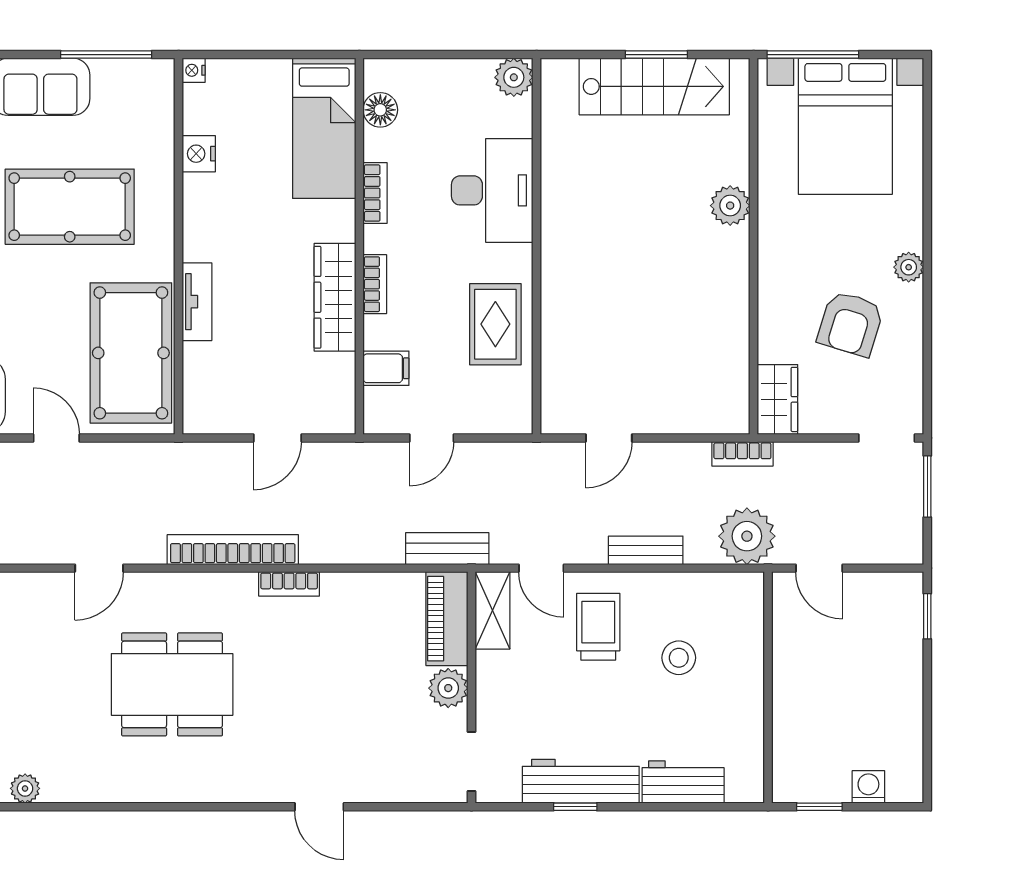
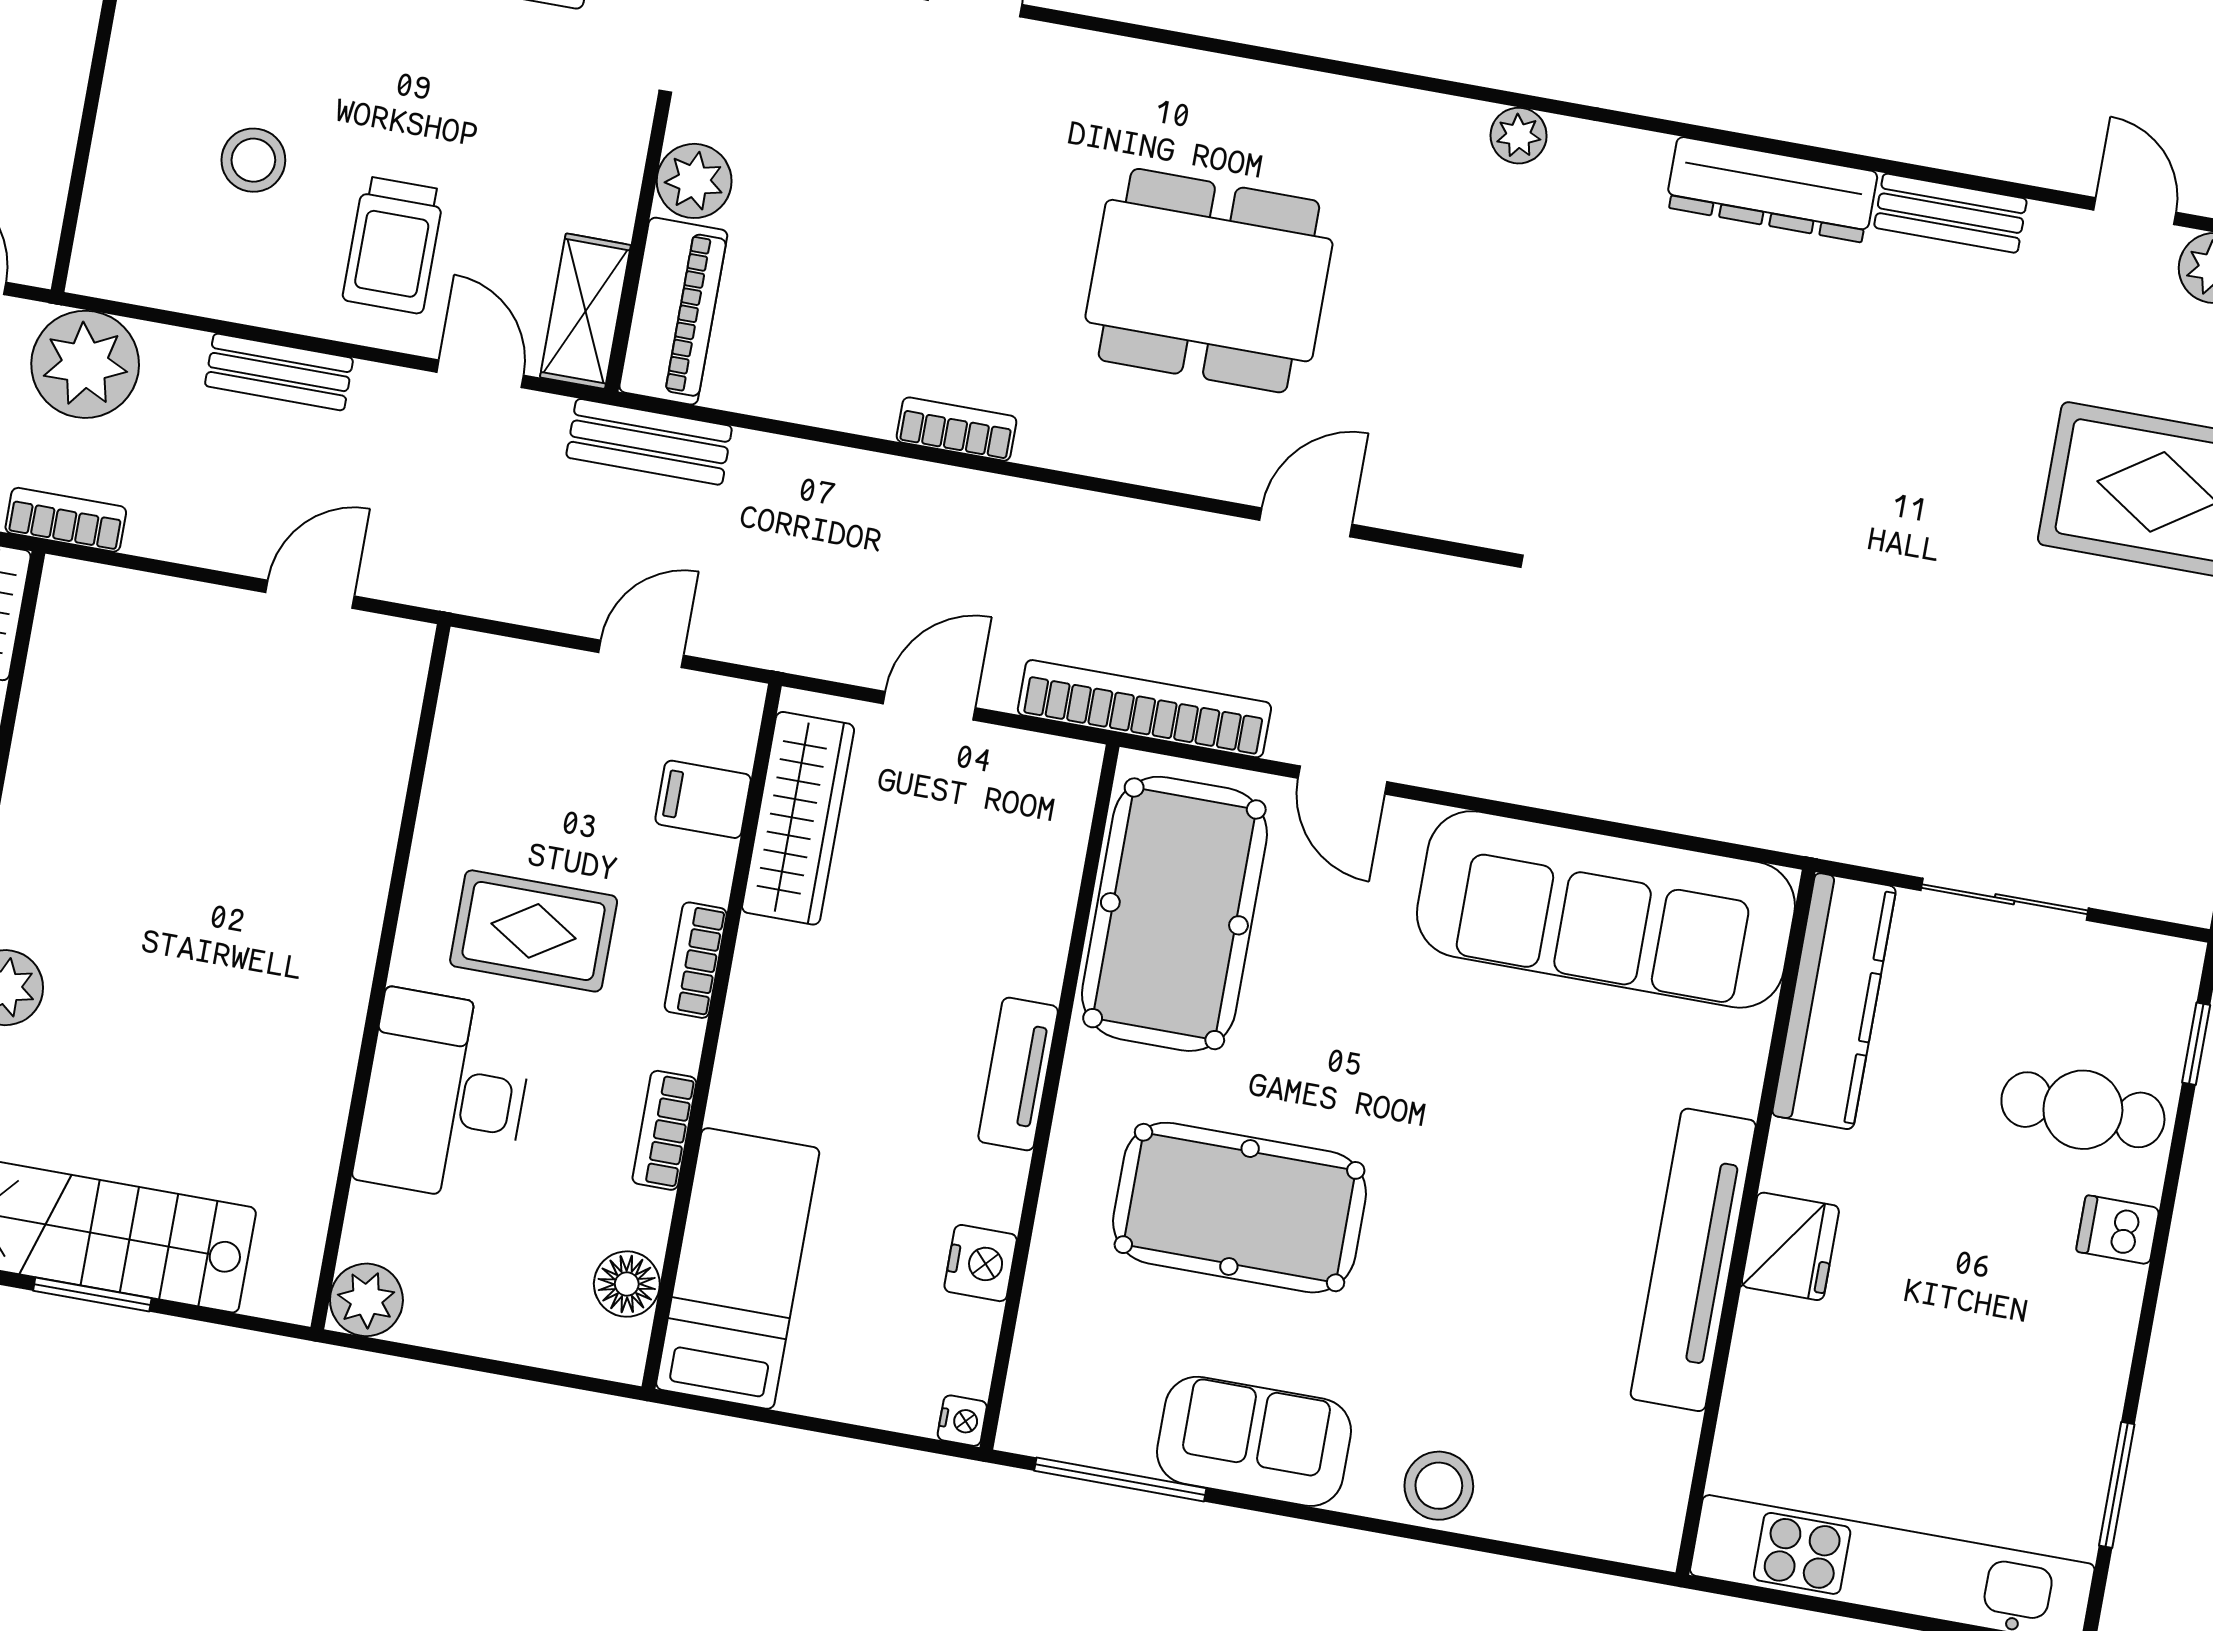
wardrobe: (335, 297) -> (798, 818), moved
tv unit: (197, 302) -> (1018, 1074), moved
rug: (495, 324) -> (534, 931), moved, turned 90
bookcase: (233, 550) -> (1144, 709), moved, turned 180

